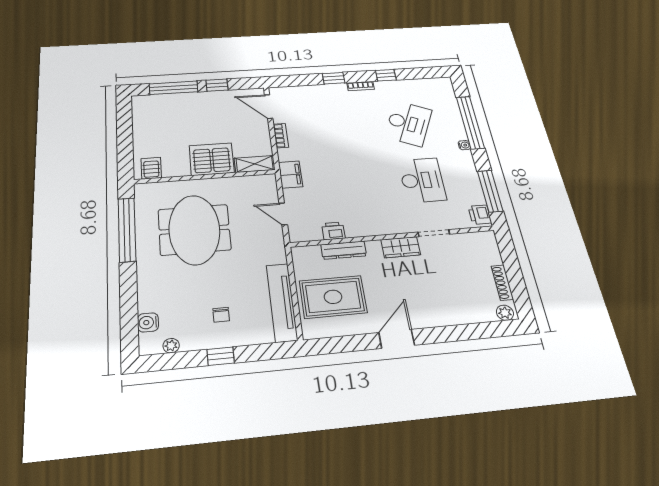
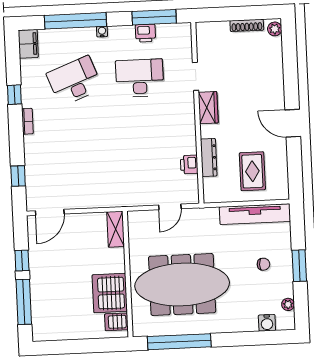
window: (334, 78) -> (18, 176), moved
desk: (408, 123) -> (75, 81), turned -45
bookcase: (281, 136) -> (84, 203), removed
server rack: (212, 159) -> (110, 293), moved
filing cabinet: (291, 175) -> (28, 44), moved, turned 90
printer: (480, 215) -> (145, 33), moved
meeting table: (194, 230) -> (182, 285), width x1.36
rug: (333, 297) -> (252, 171), width x0.73, depth x0.70
window: (221, 356) -> (299, 266), width x1.50

